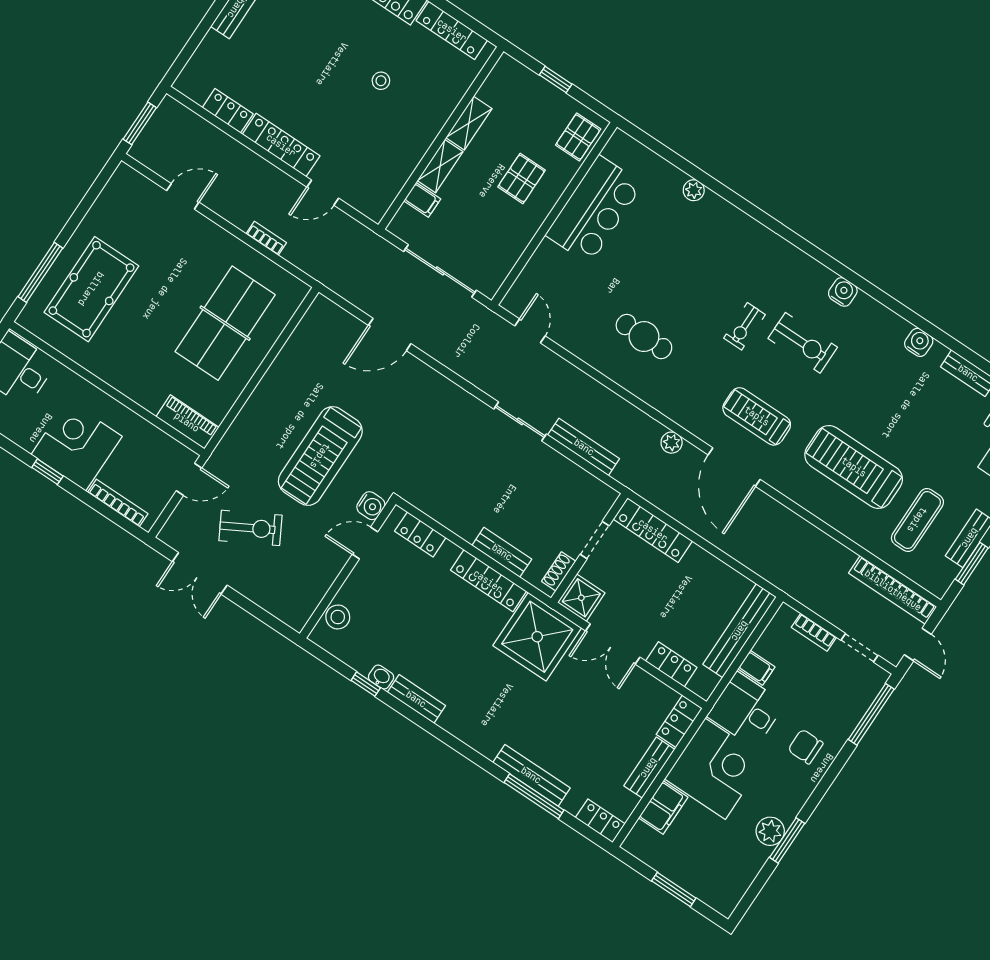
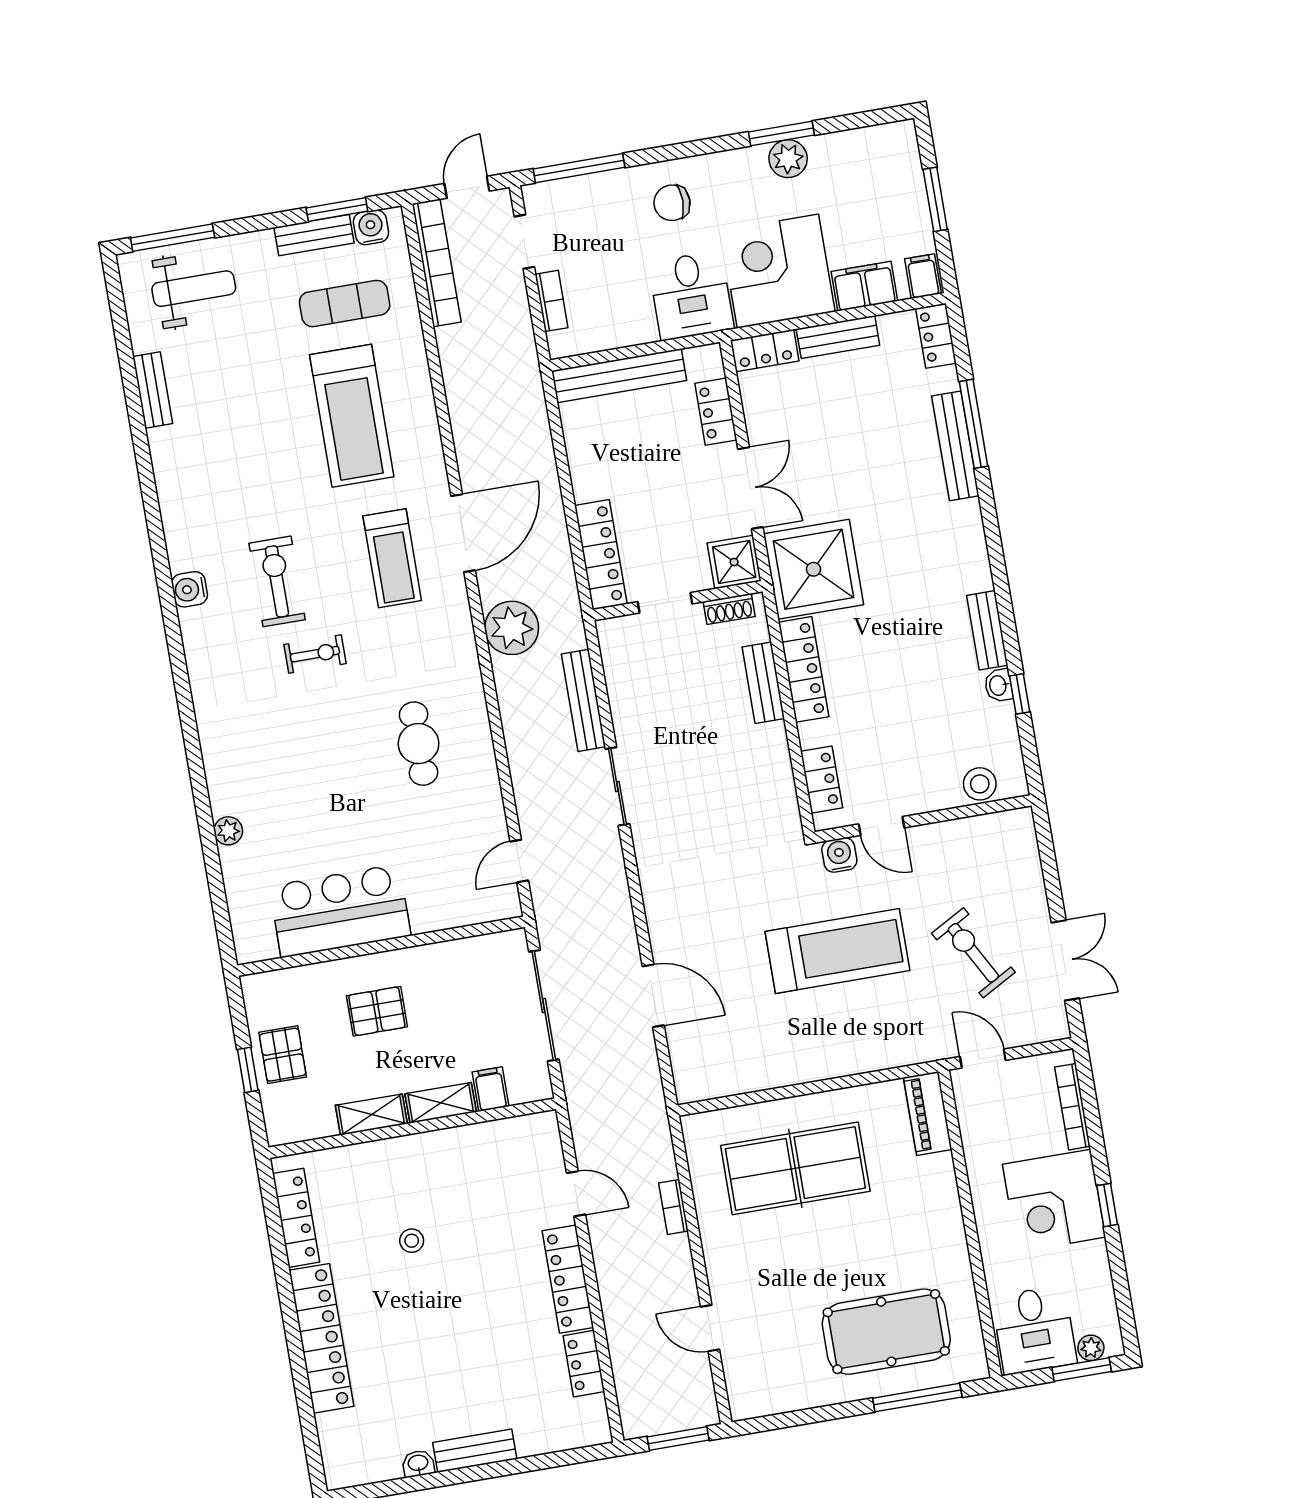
pallet: (578, 137) -> (283, 1055), moved, turned 90
water cooler: (919, 342) -> (371, 227), moved, turned 90
plant: (672, 443) -> (512, 628), width x1.88, depth x1.88
filing cabinet: (756, 668) -> (923, 276), moved
chair: (805, 747) -> (672, 203), turned 90

